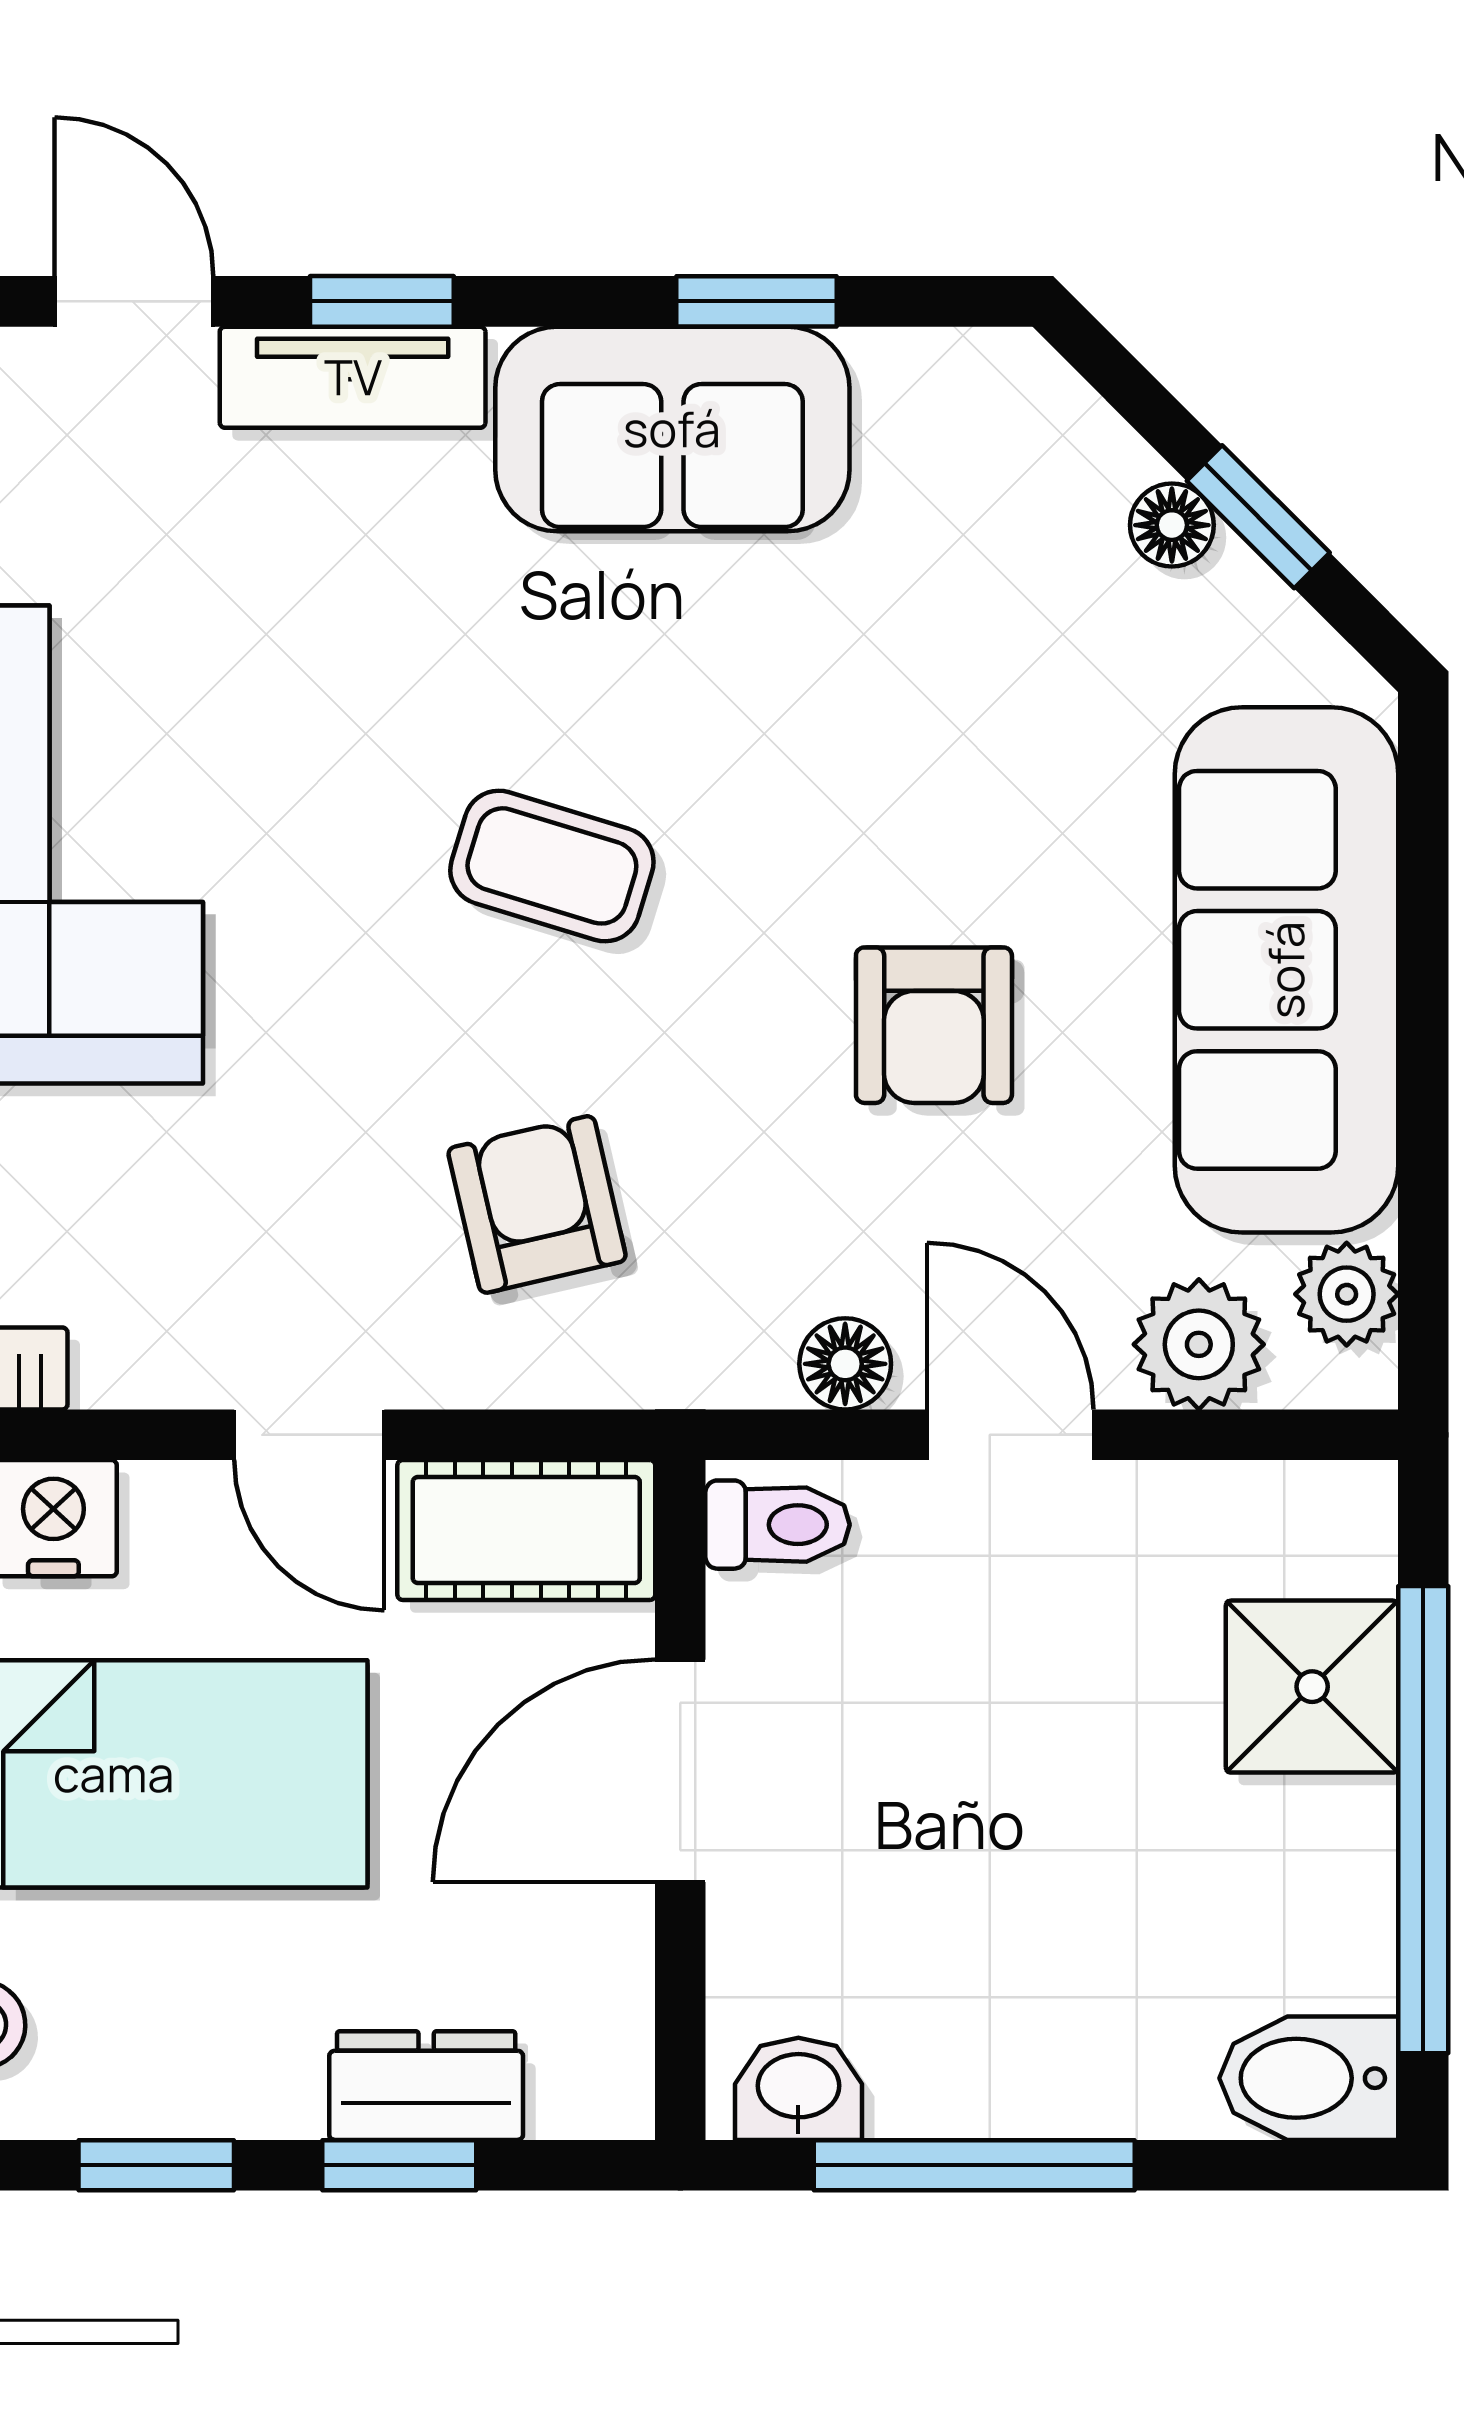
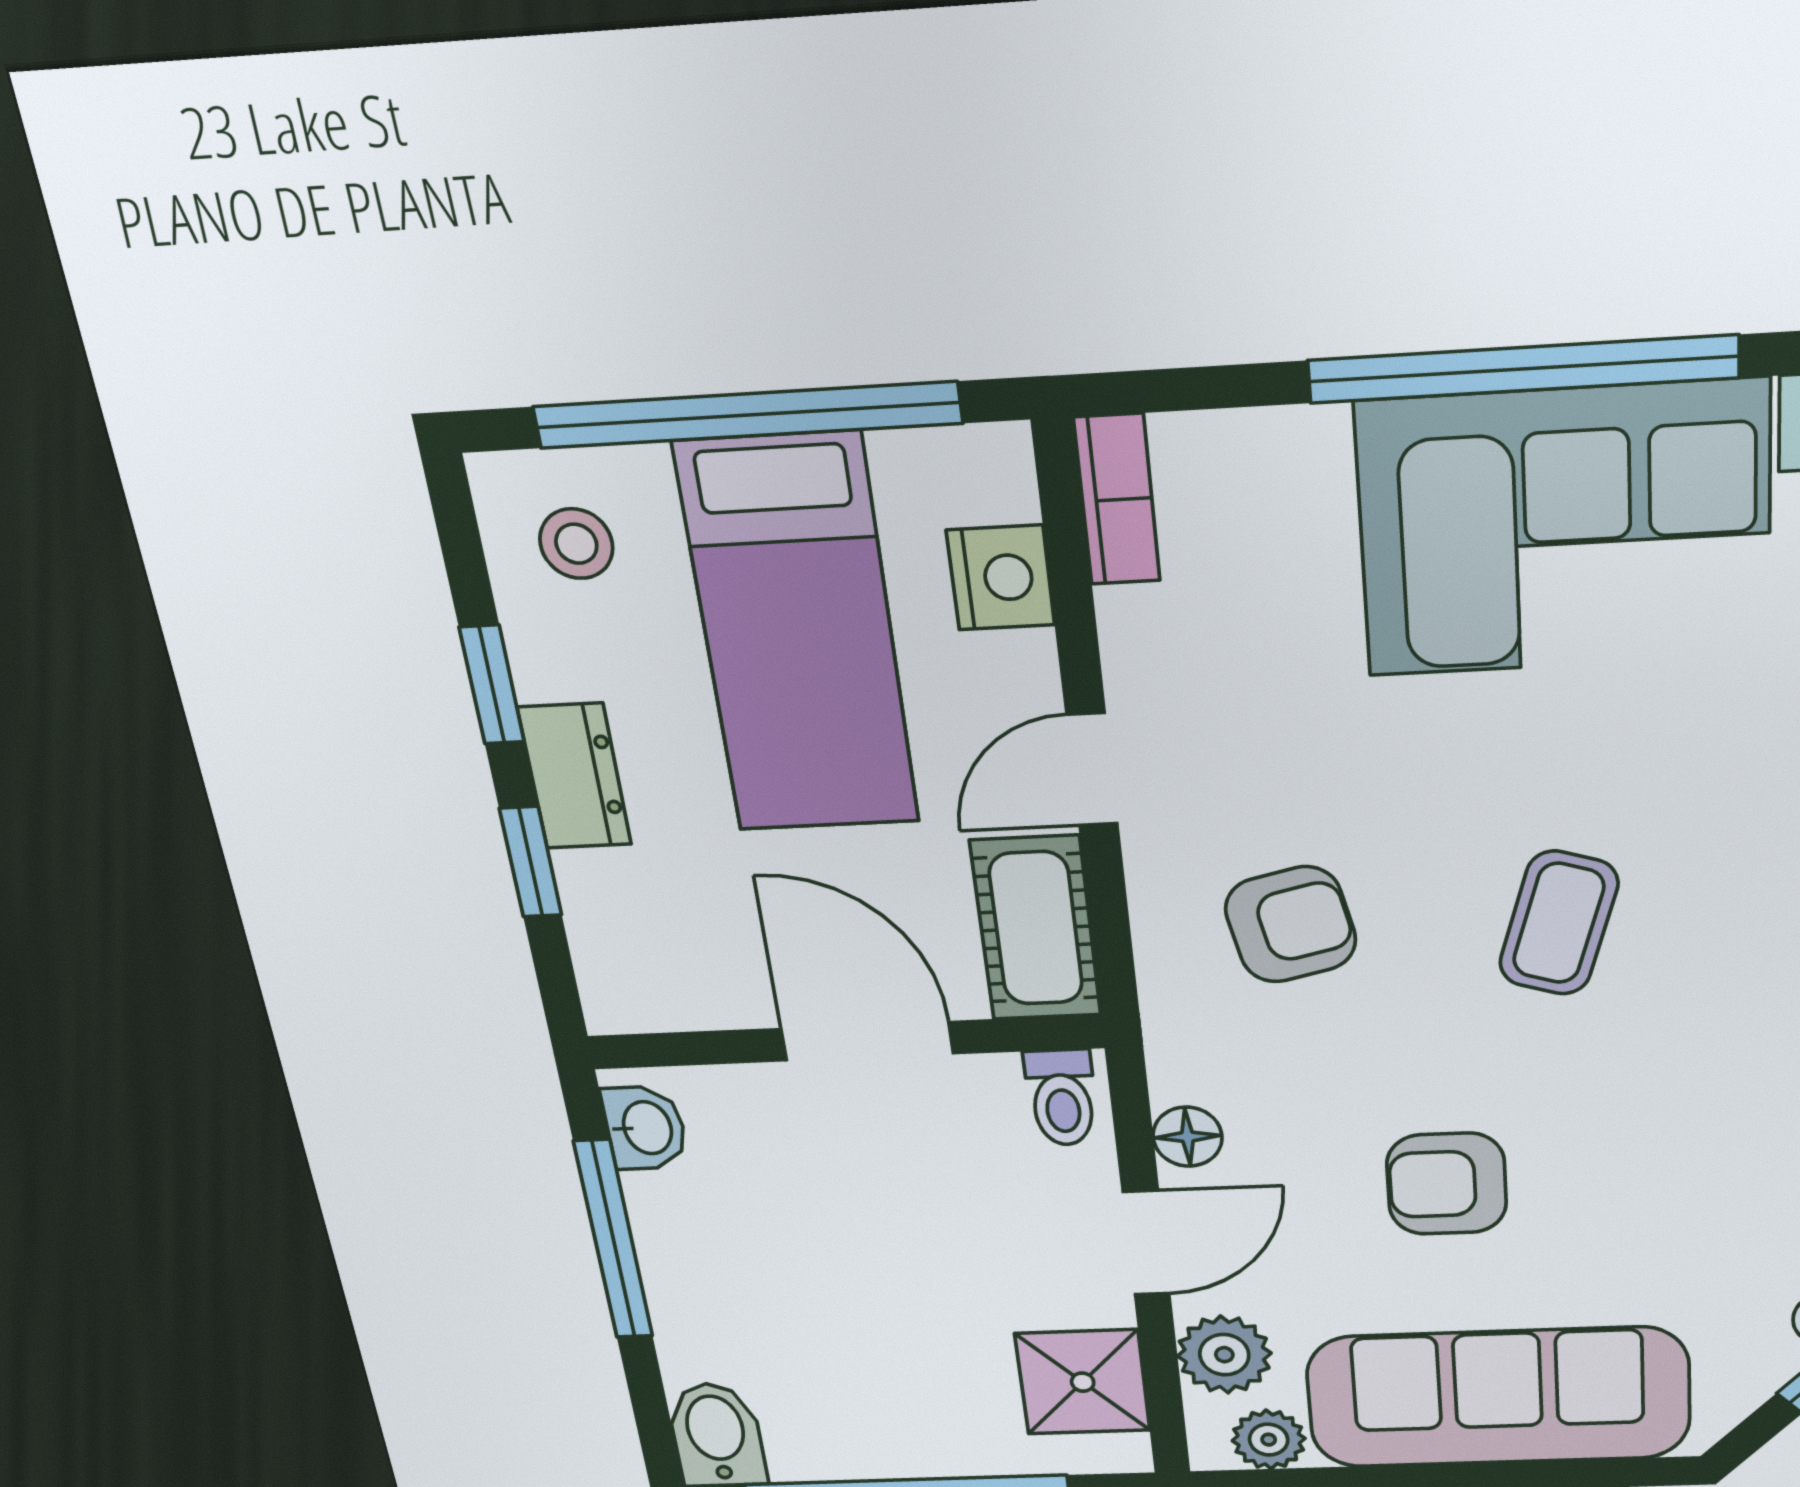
shower: (1312, 1687) -> (1083, 1382), moved
dresser: (426, 2086) -> (575, 776), moved

